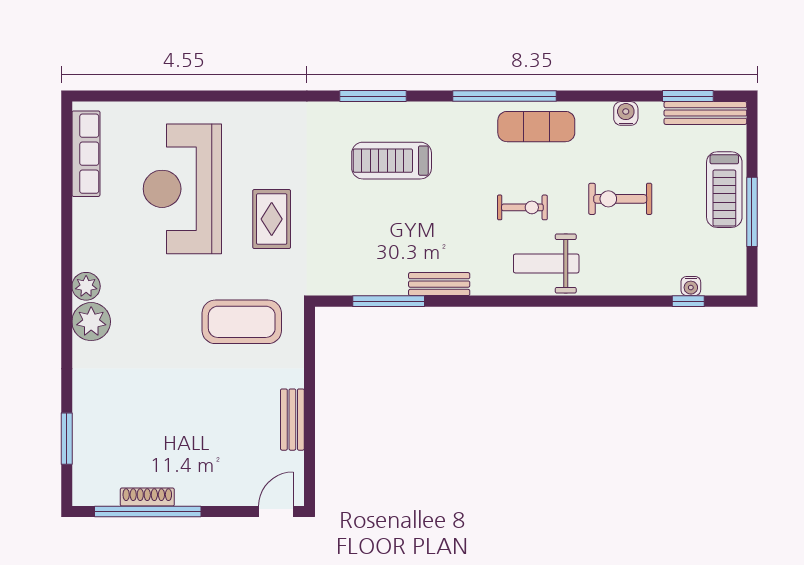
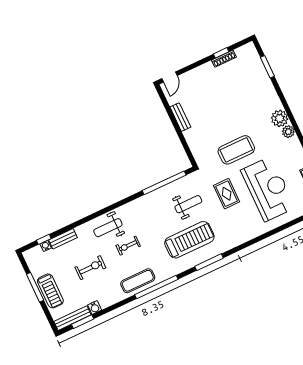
water cooler: (626, 113) -> (95, 308), moved
treadmill: (392, 161) -> (189, 240), width x1.37, depth x1.38
treadmill: (724, 190) -> (50, 291), turned 180
weight bench: (360, 234) -> (188, 204), added
weight bench: (546, 263) -> (108, 228), turned 180
bench: (439, 284) -> (63, 239), moved
window: (389, 301) -> (164, 183), width x1.46
coffee table: (242, 322) -> (236, 150), moved
window: (148, 512) -> (221, 53), width x0.32

